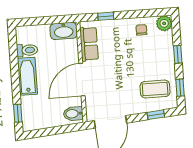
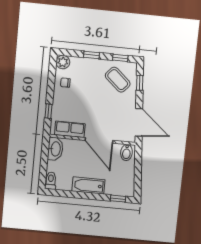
toilet: (27, 50) -> (51, 181), moved
coffee table: (155, 89) -> (118, 80), turned -49

